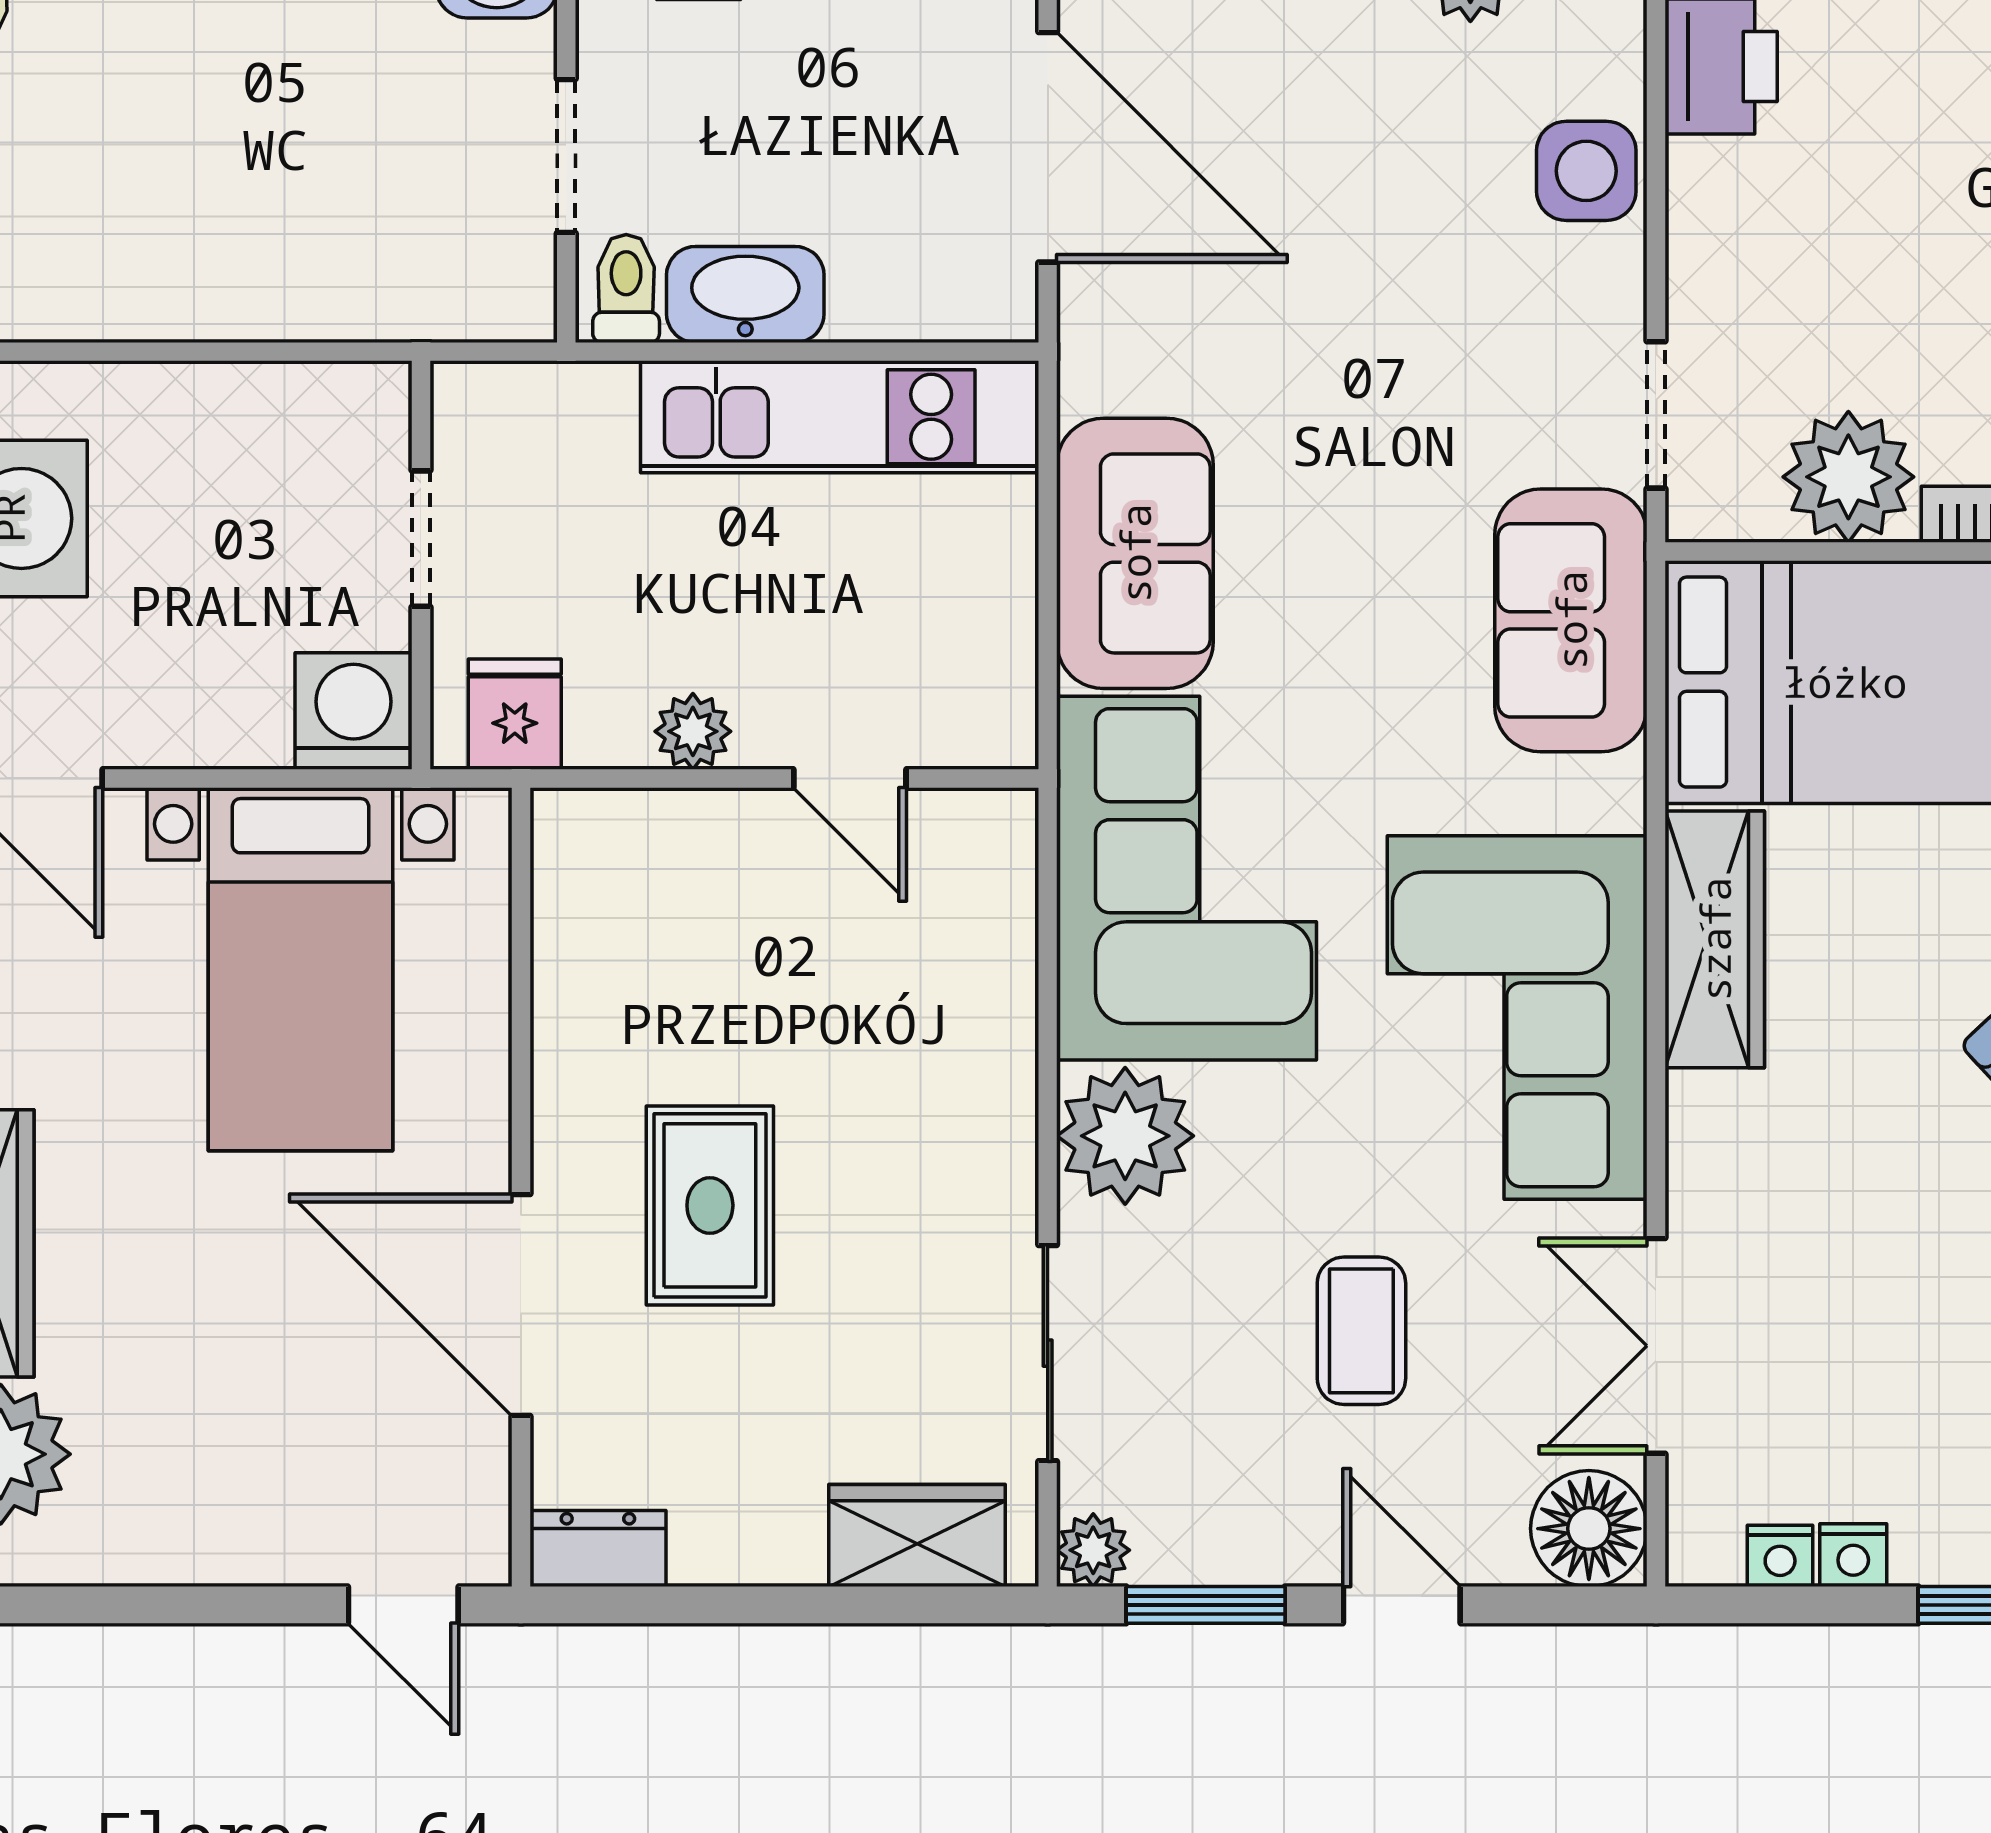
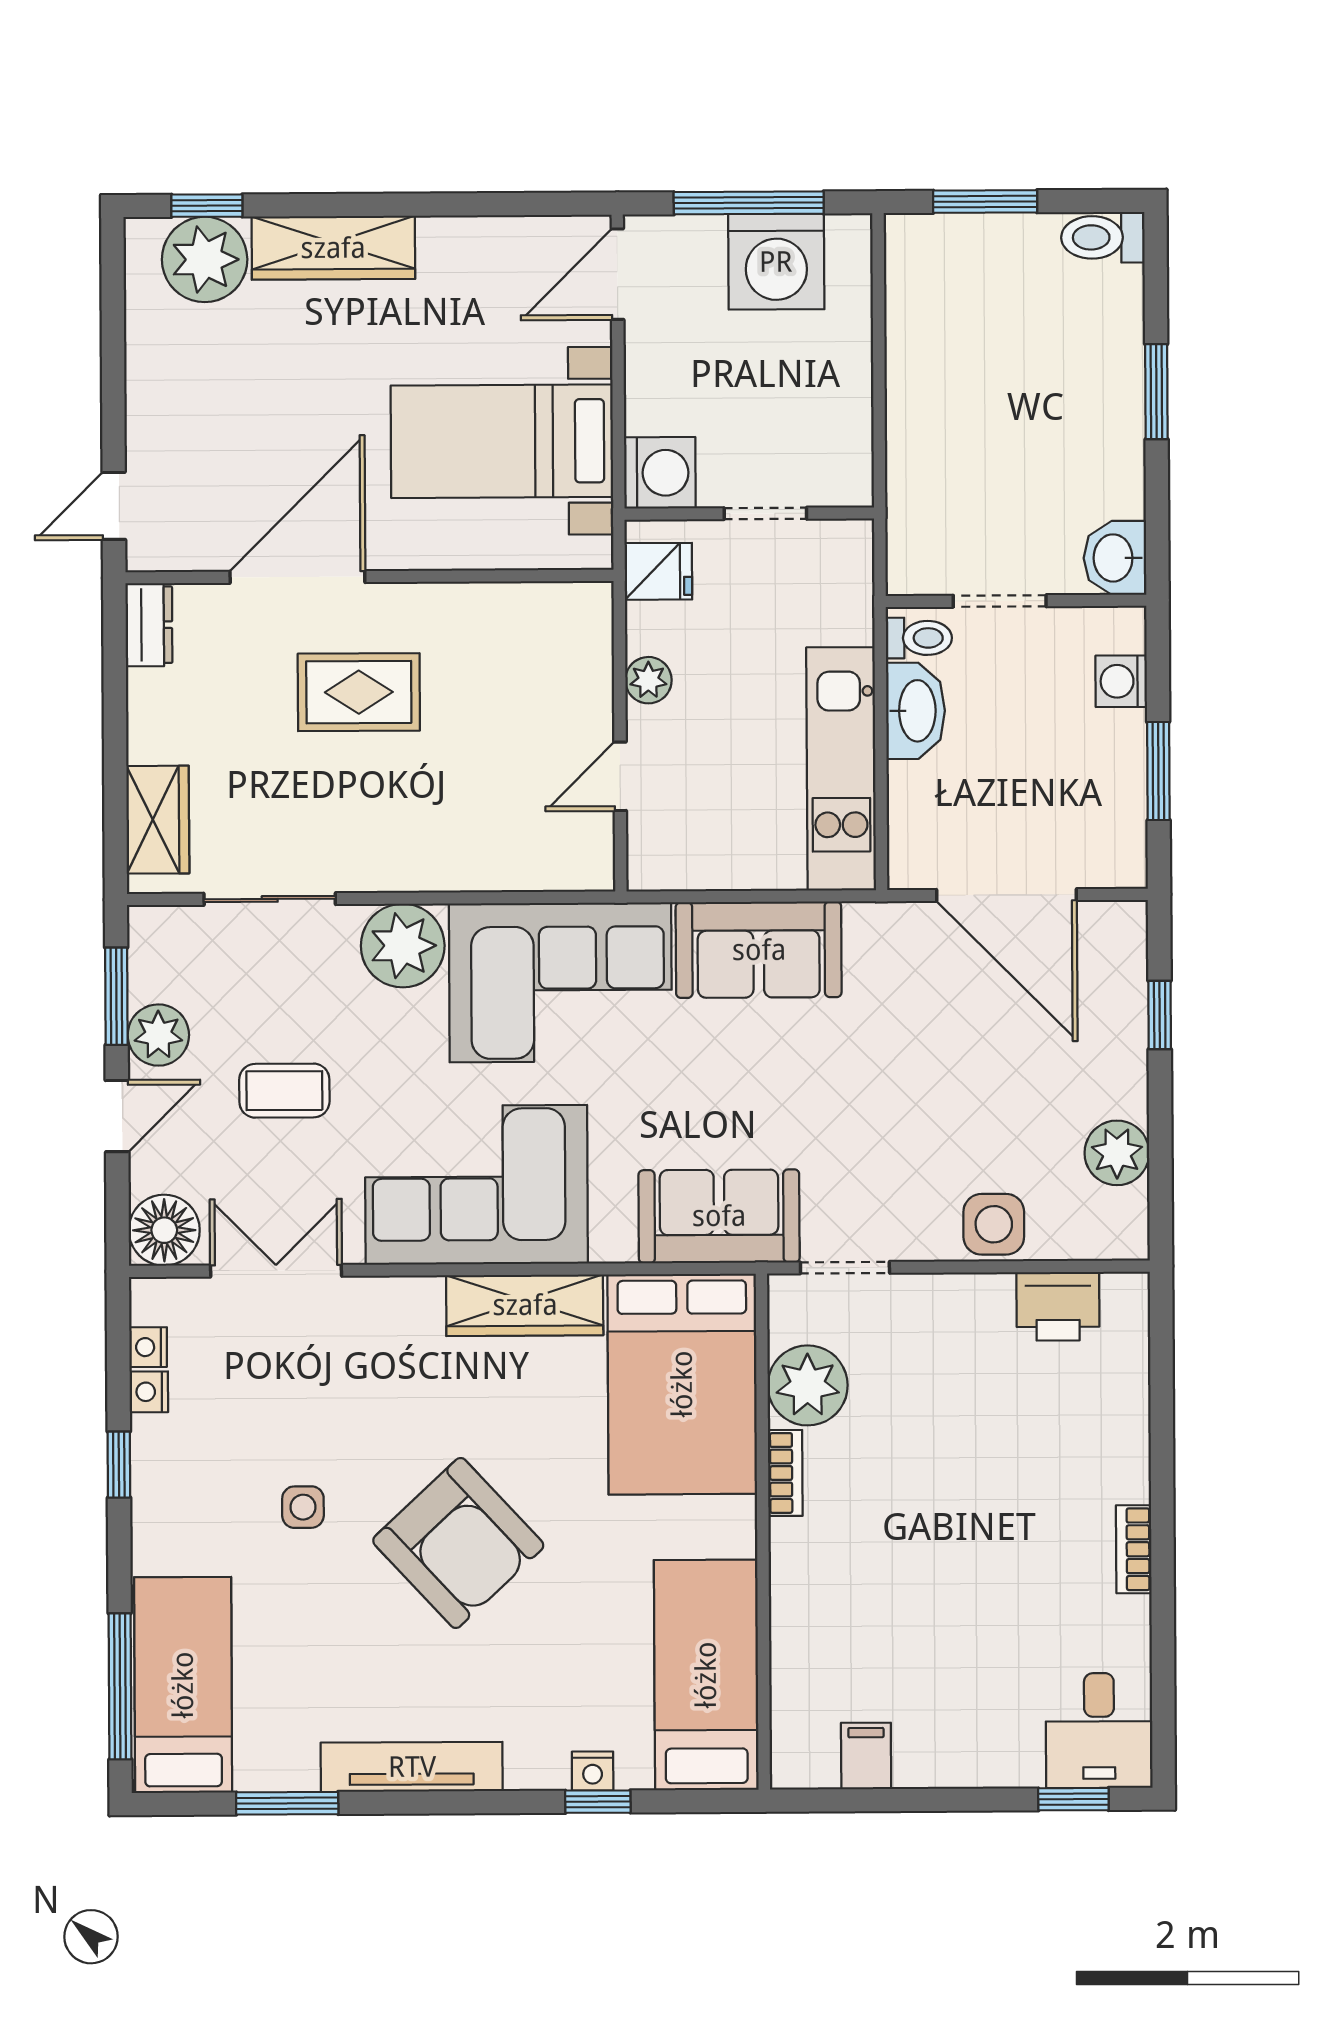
door: (1048, 147) -> (1006, 895), hinge flipped
plant: (1093, 1550) -> (158, 1035), moved, width x1.38, depth x1.38

